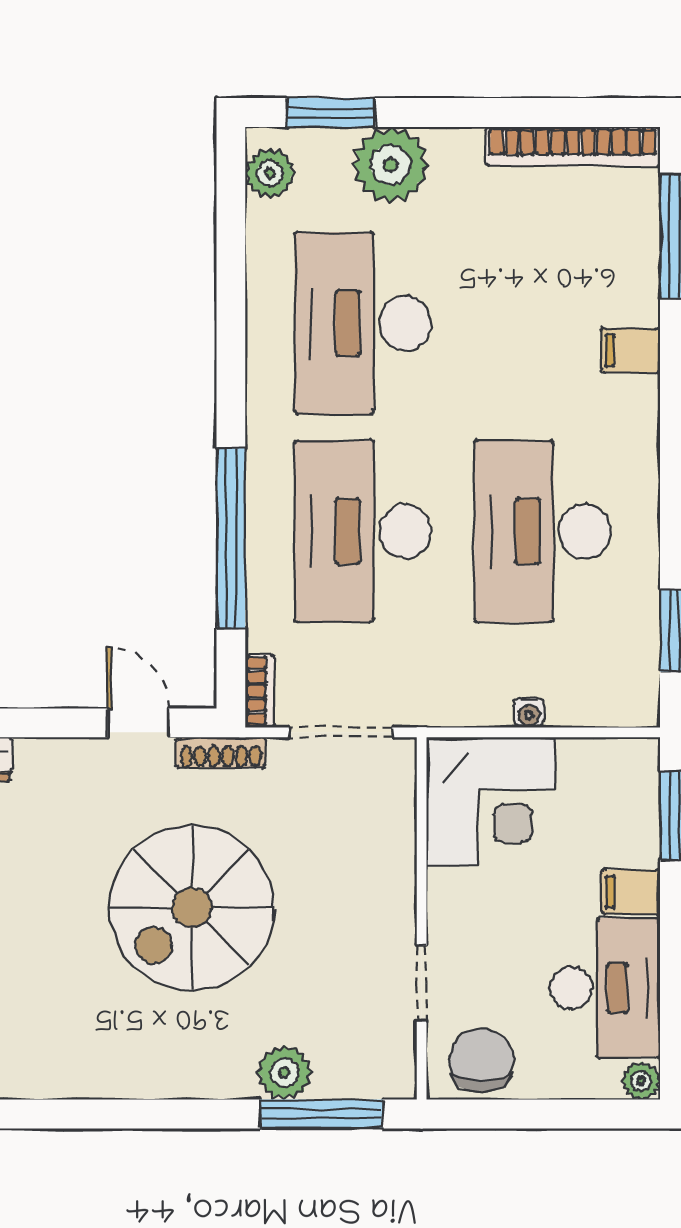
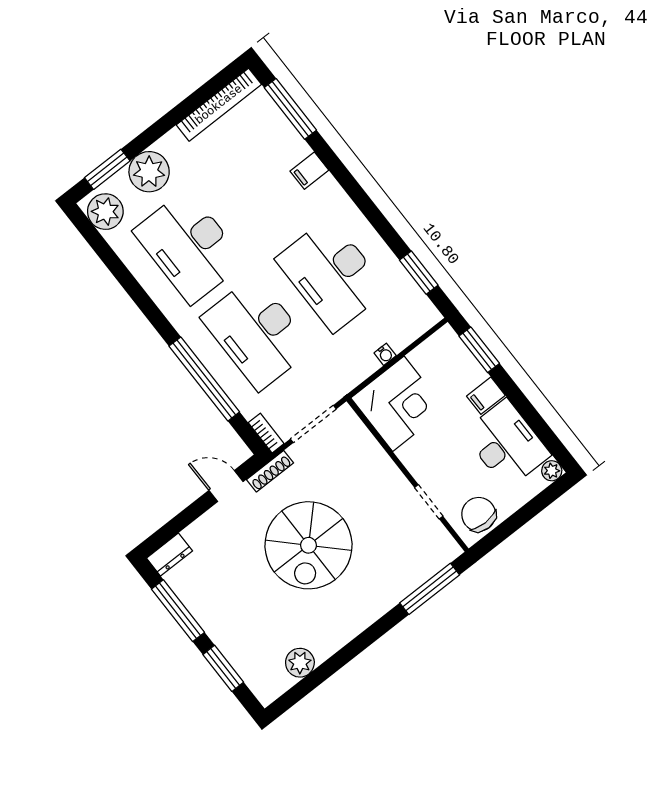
plant: (270, 173) -> (105, 212), width x1.36, depth x1.36
plant: (285, 1072) -> (300, 663), moved

